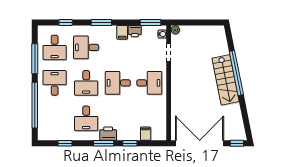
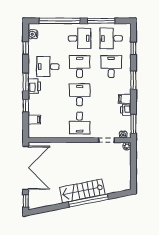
desk: (86, 83) -> (80, 67), turned 90
water cooler: (50, 135) -> (33, 34), added

